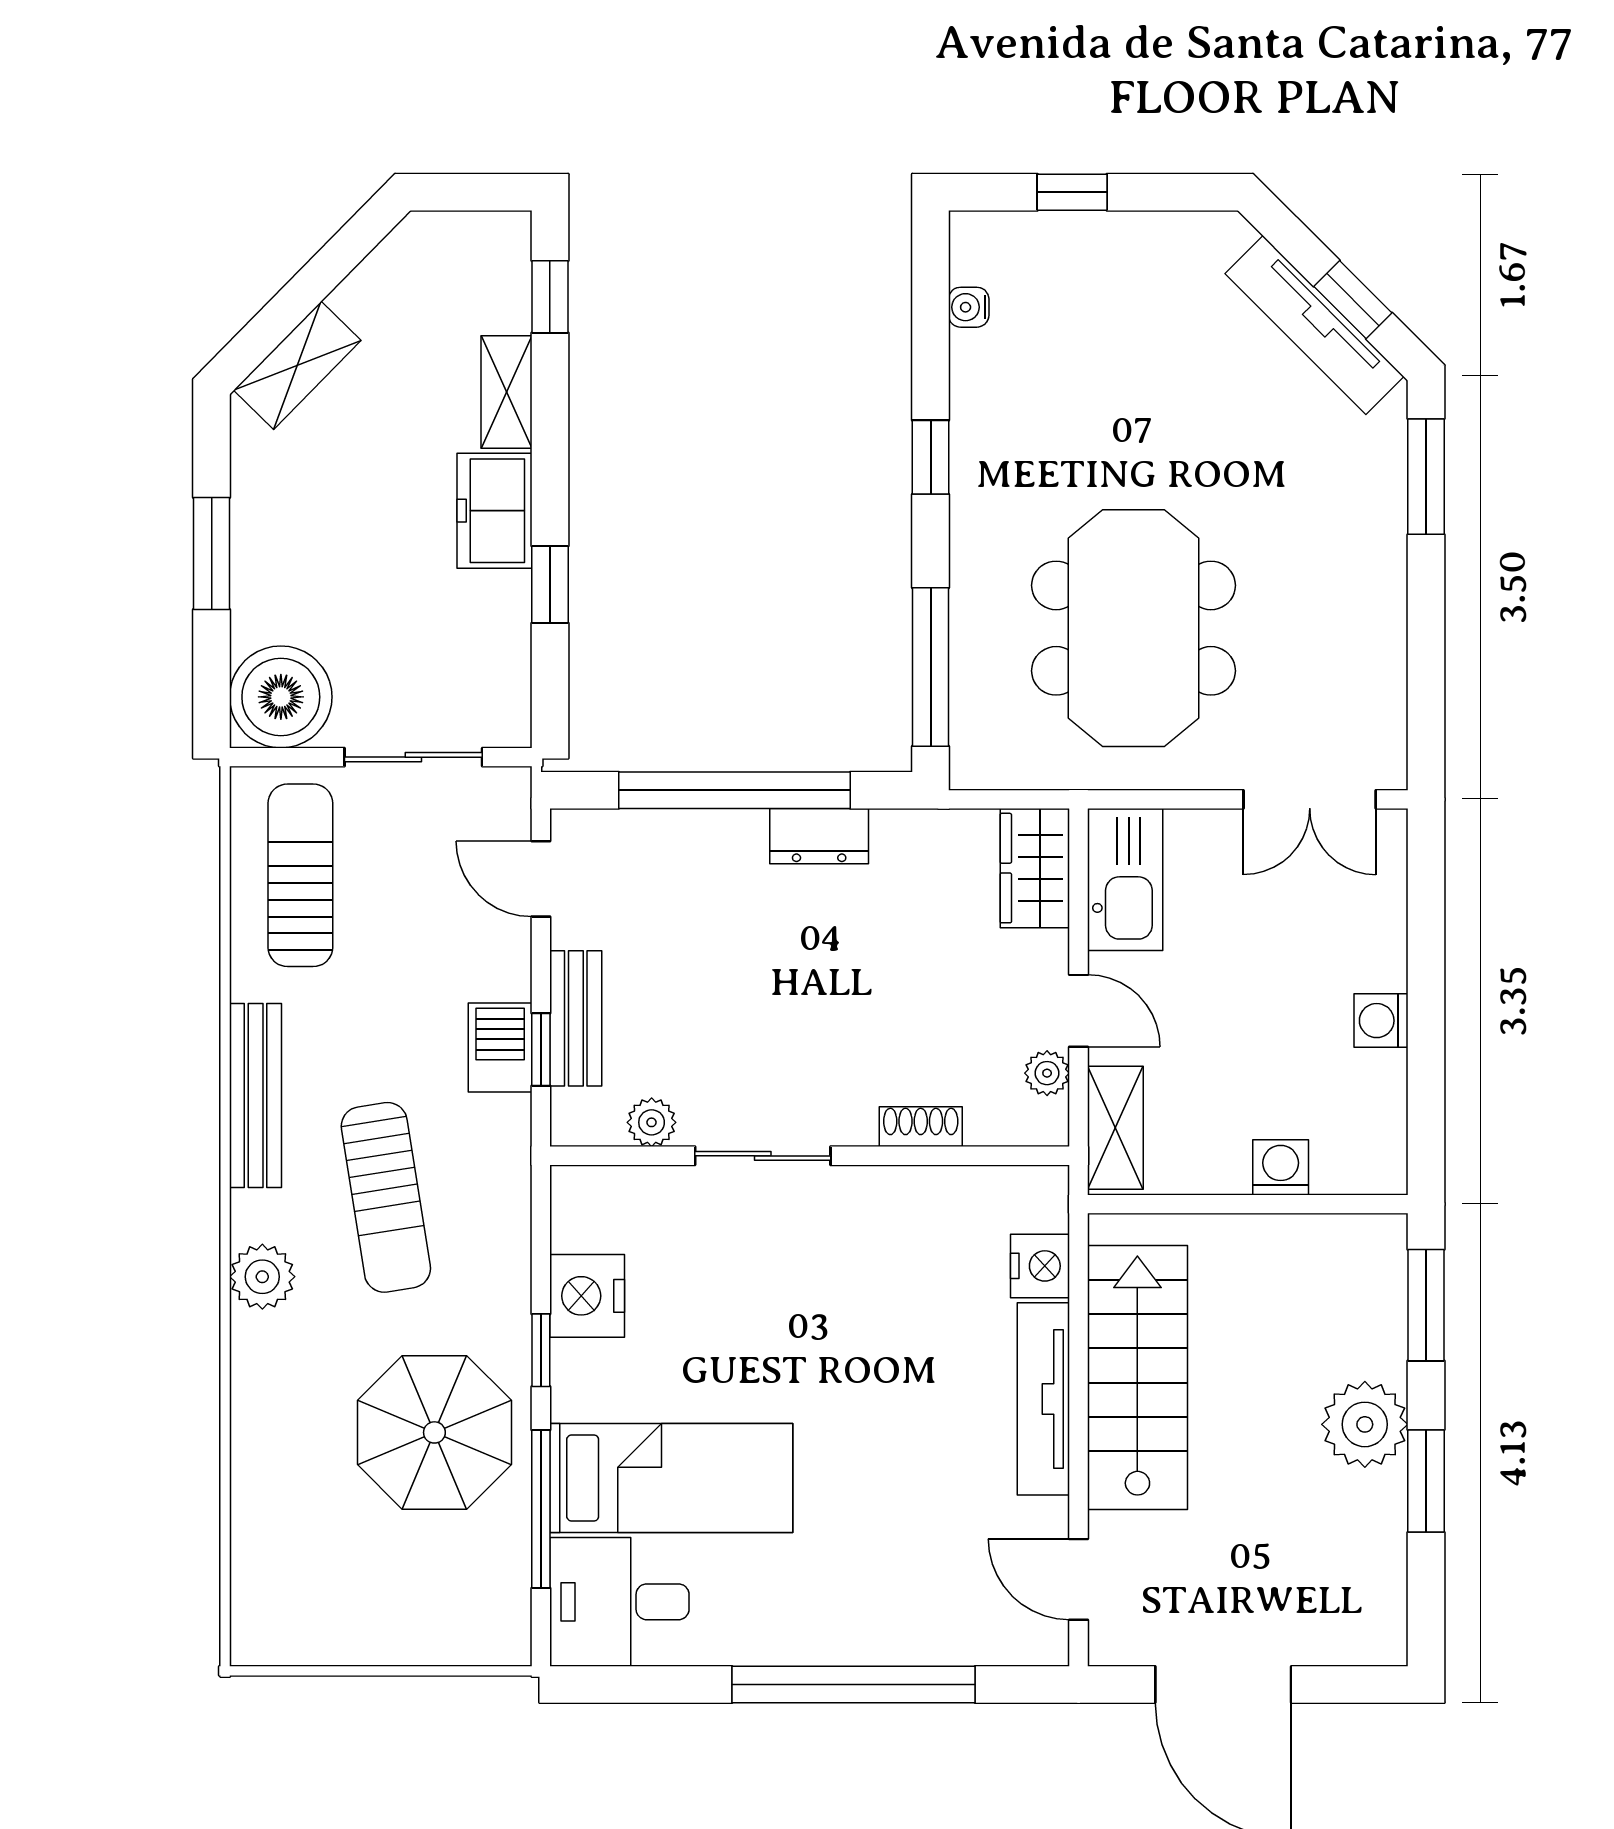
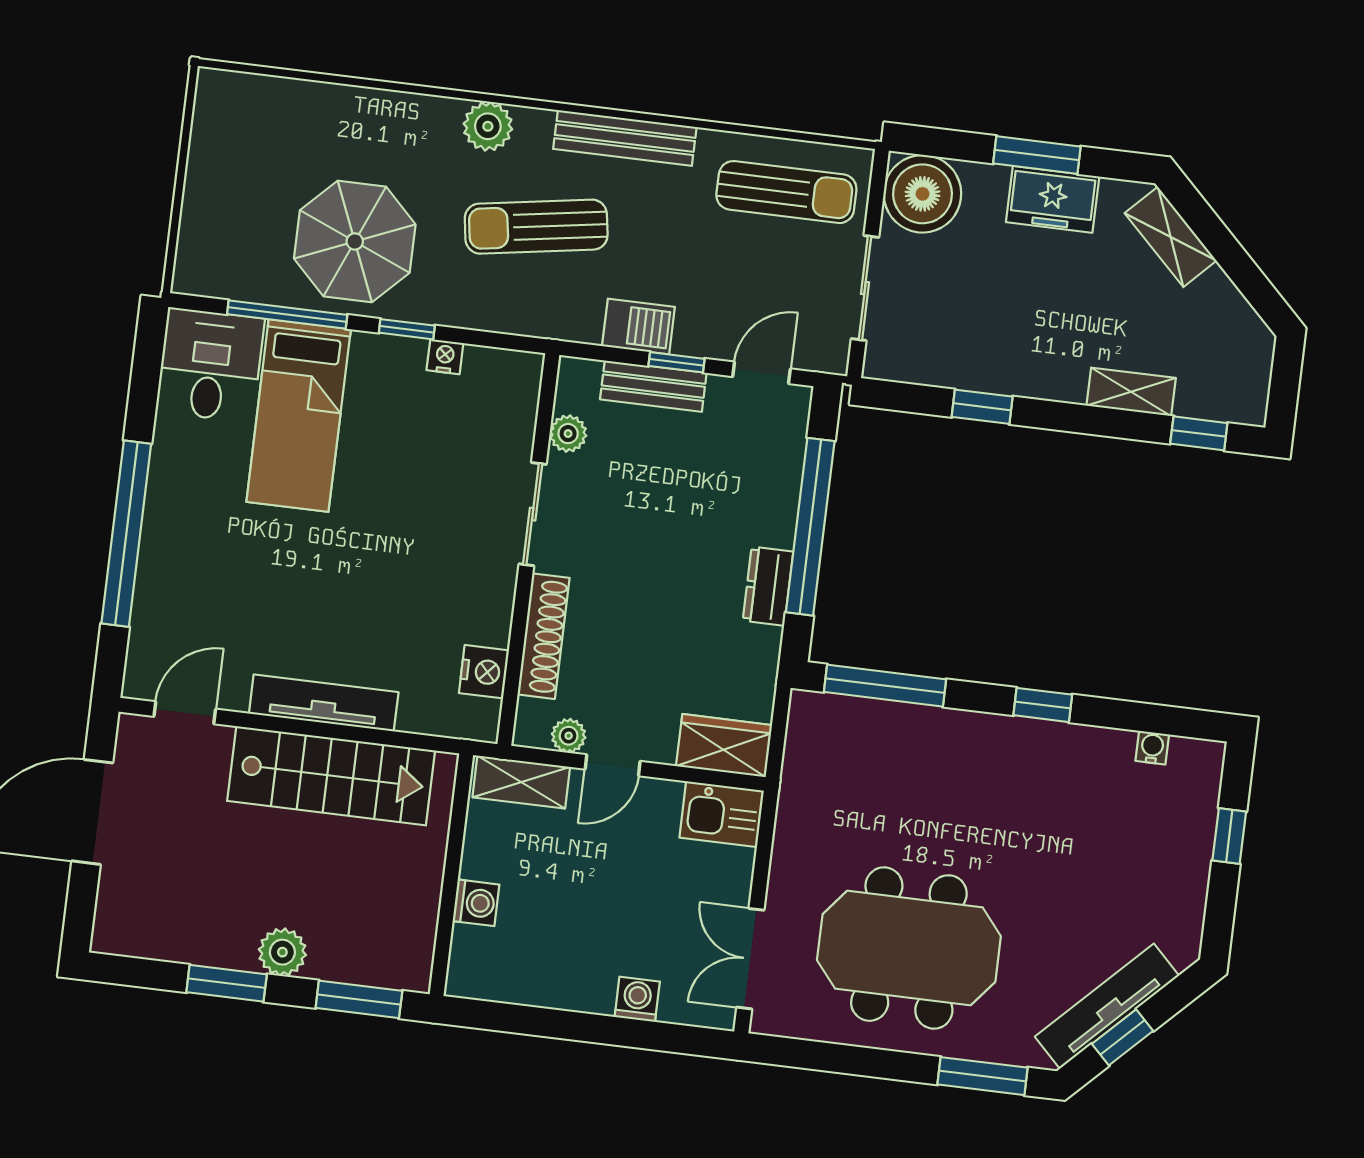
freezer: (494, 511) -> (1053, 199), moved, turned 180
meeting table: (1134, 628) -> (909, 948), moved
kitchen sink: (1125, 880) -> (722, 814), width x0.73
washing machine: (1381, 1021) -> (637, 999), moved
window: (541, 1049) -> (677, 362), moved
shoe rack: (921, 1127) -> (544, 636), width x1.94, depth x1.24
nightstand: (1040, 1266) -> (484, 672), moved, turned -90
nightstand: (587, 1296) -> (445, 357), width x0.53, depth x0.56
plant: (1365, 1424) -> (282, 952), width x0.73, depth x0.73

